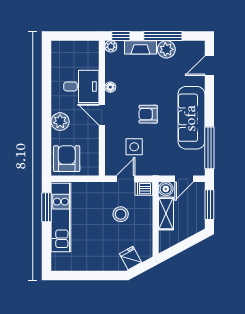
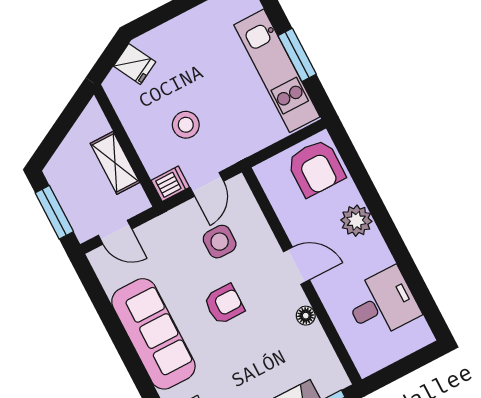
plant: (111, 46) -> (338, 380), removed
desk: (81, 86) -> (382, 303), moved, turned 180
window: (209, 148) -> (101, 301), removed
door: (184, 179) -> (115, 232), swing flipped
boiler: (166, 189) -> (136, 201), removed
window: (47, 207) -> (297, 55), moved

